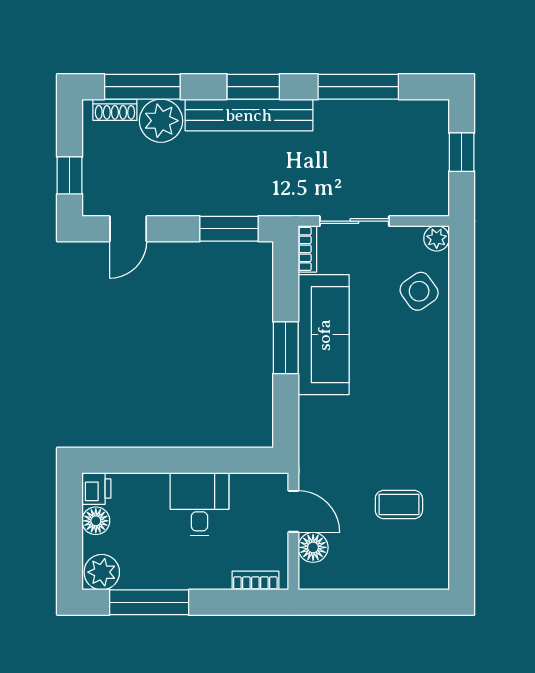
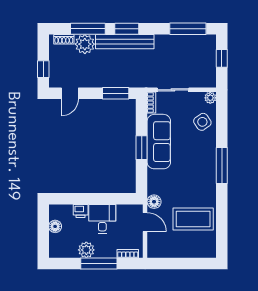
window: (142, 87) -> (88, 29), moved
window: (358, 87) -> (188, 29), moved
window: (462, 387) -> (222, 166), added
printer: (96, 489) -> (81, 211), moved, turned 90
coffee table: (399, 504) -> (193, 219), width x1.86, depth x1.72
floor lamp: (313, 547) -> (154, 202), moved
plant: (102, 572) -> (86, 250), moved
window: (149, 602) -> (99, 264), moved

